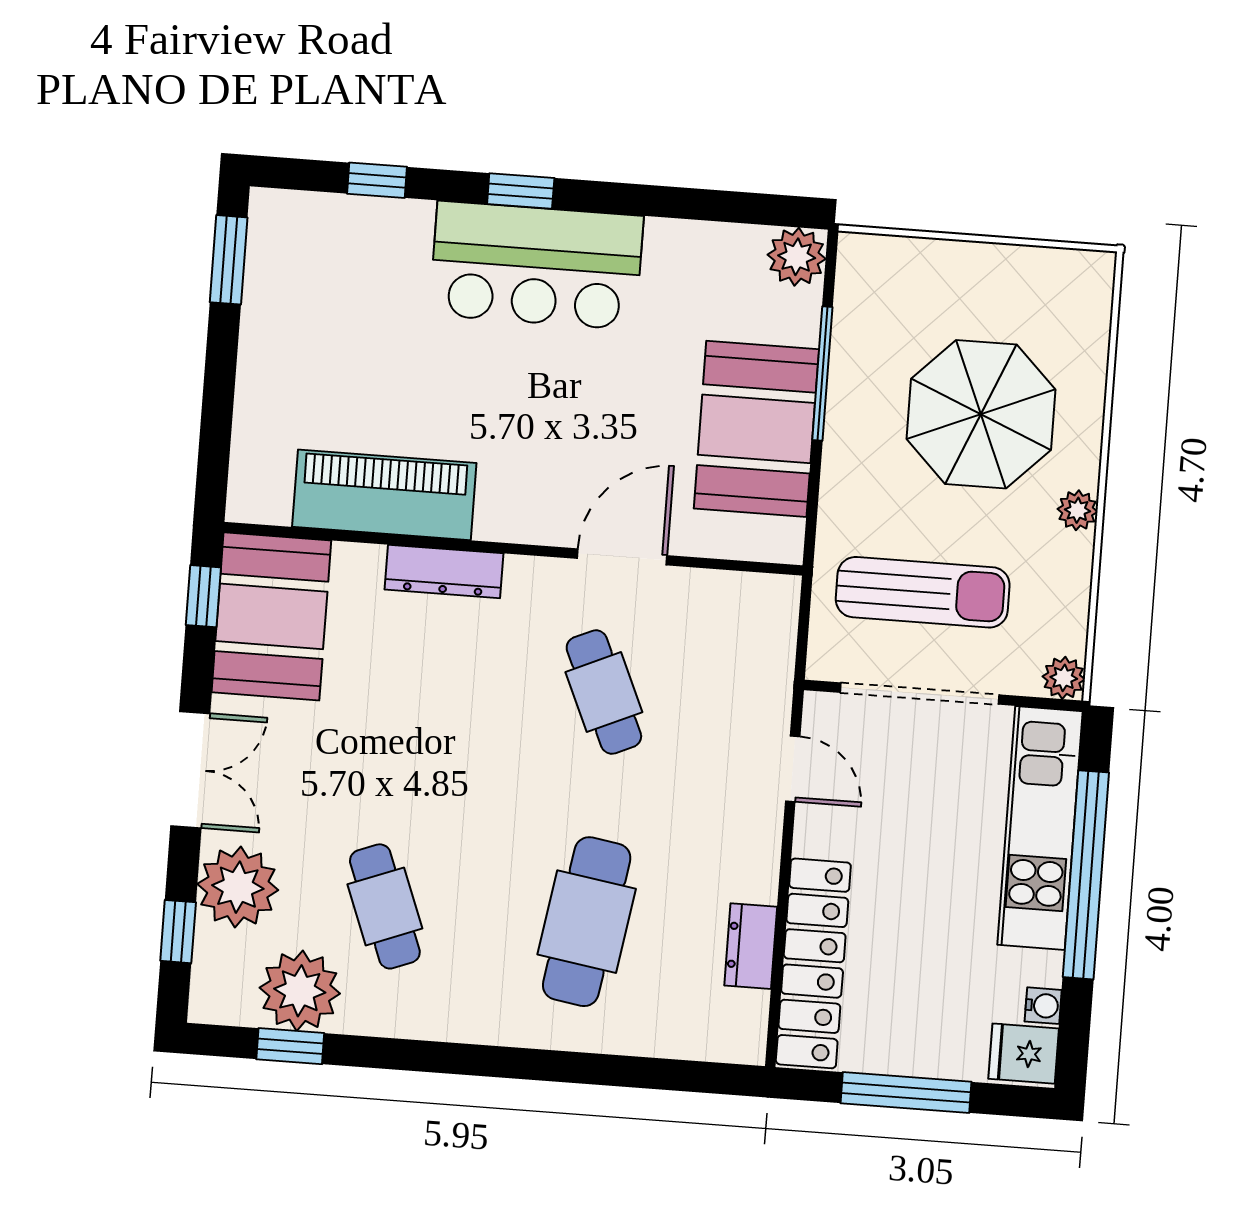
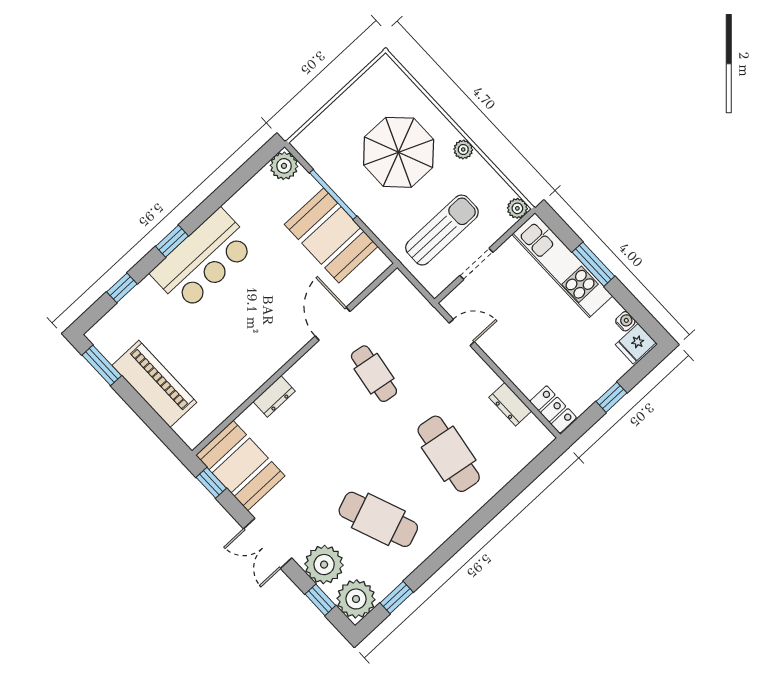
piano: (384, 495) -> (154, 384), moved, turned 90
dresser: (444, 571) -> (274, 396), width x0.70
cafe table: (604, 692) -> (374, 374), turned 33
doorway: (919, 694) -> (476, 264), width x0.53
double door: (190, 770) -> (268, 543), swing flipped
window: (1086, 875) -> (593, 264), width x0.47
cafe table: (385, 906) -> (378, 519), width x1.37, depth x1.35
locker: (813, 963) -> (553, 409), width x0.46, depth x0.83
plant: (300, 991) -> (356, 599), moved
window: (906, 1092) -> (611, 397), width x0.46

